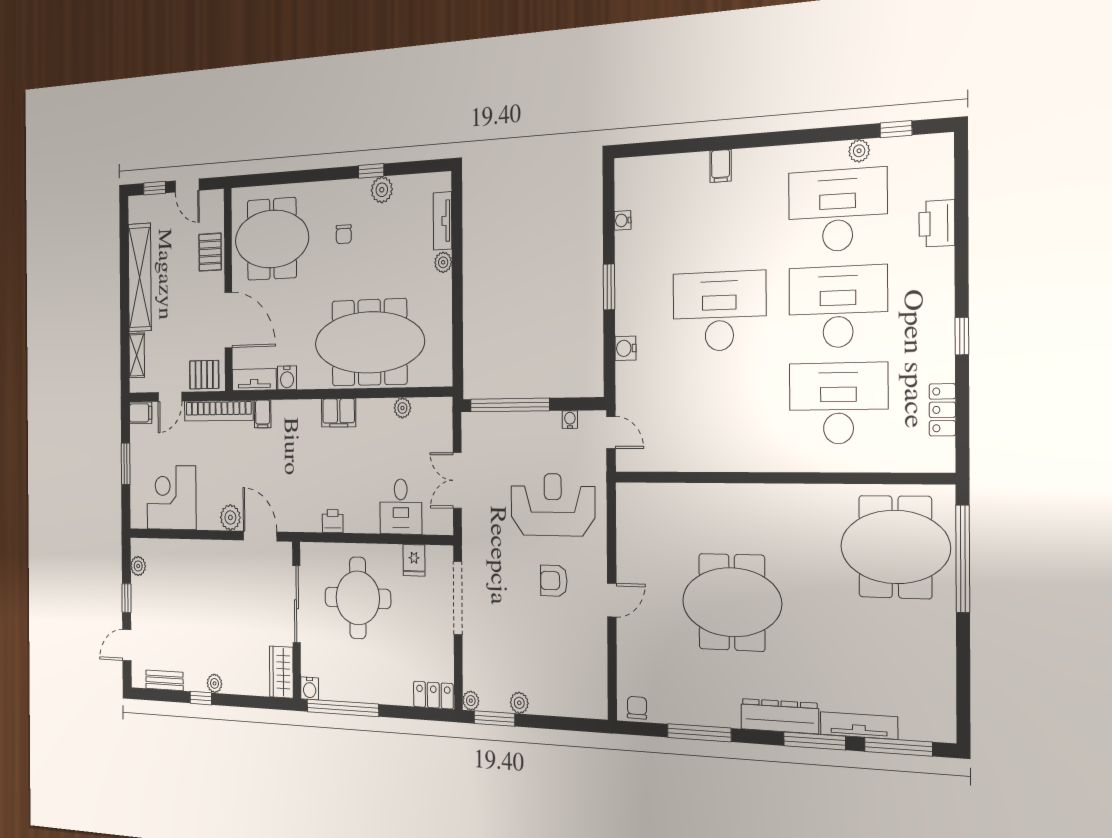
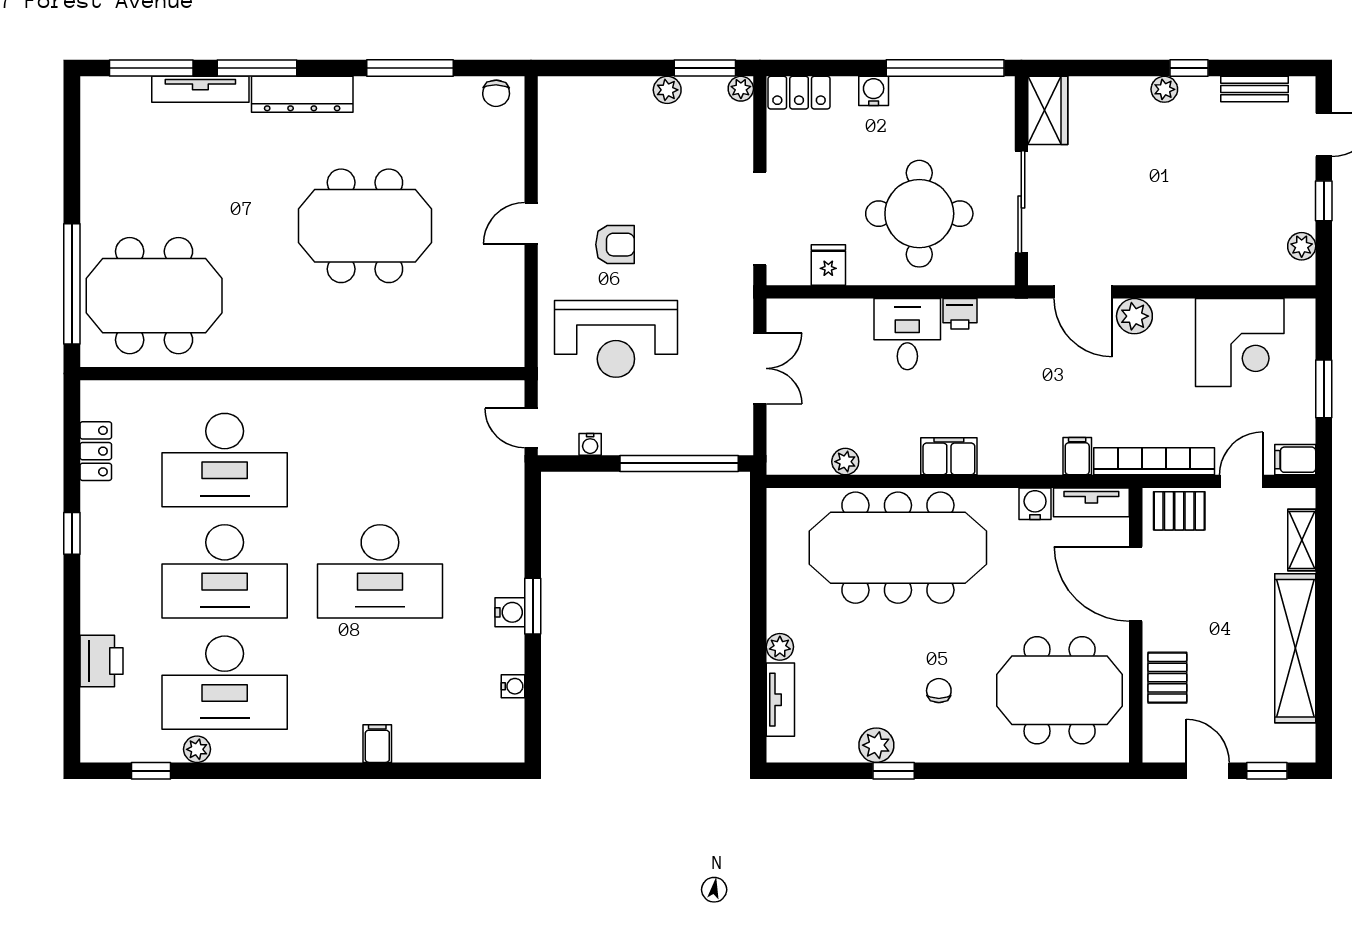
water cooler: (625, 348) -> (510, 612), moved
desk: (401, 507) -> (907, 334), moved
water cooler: (310, 688) -> (874, 91), moved

